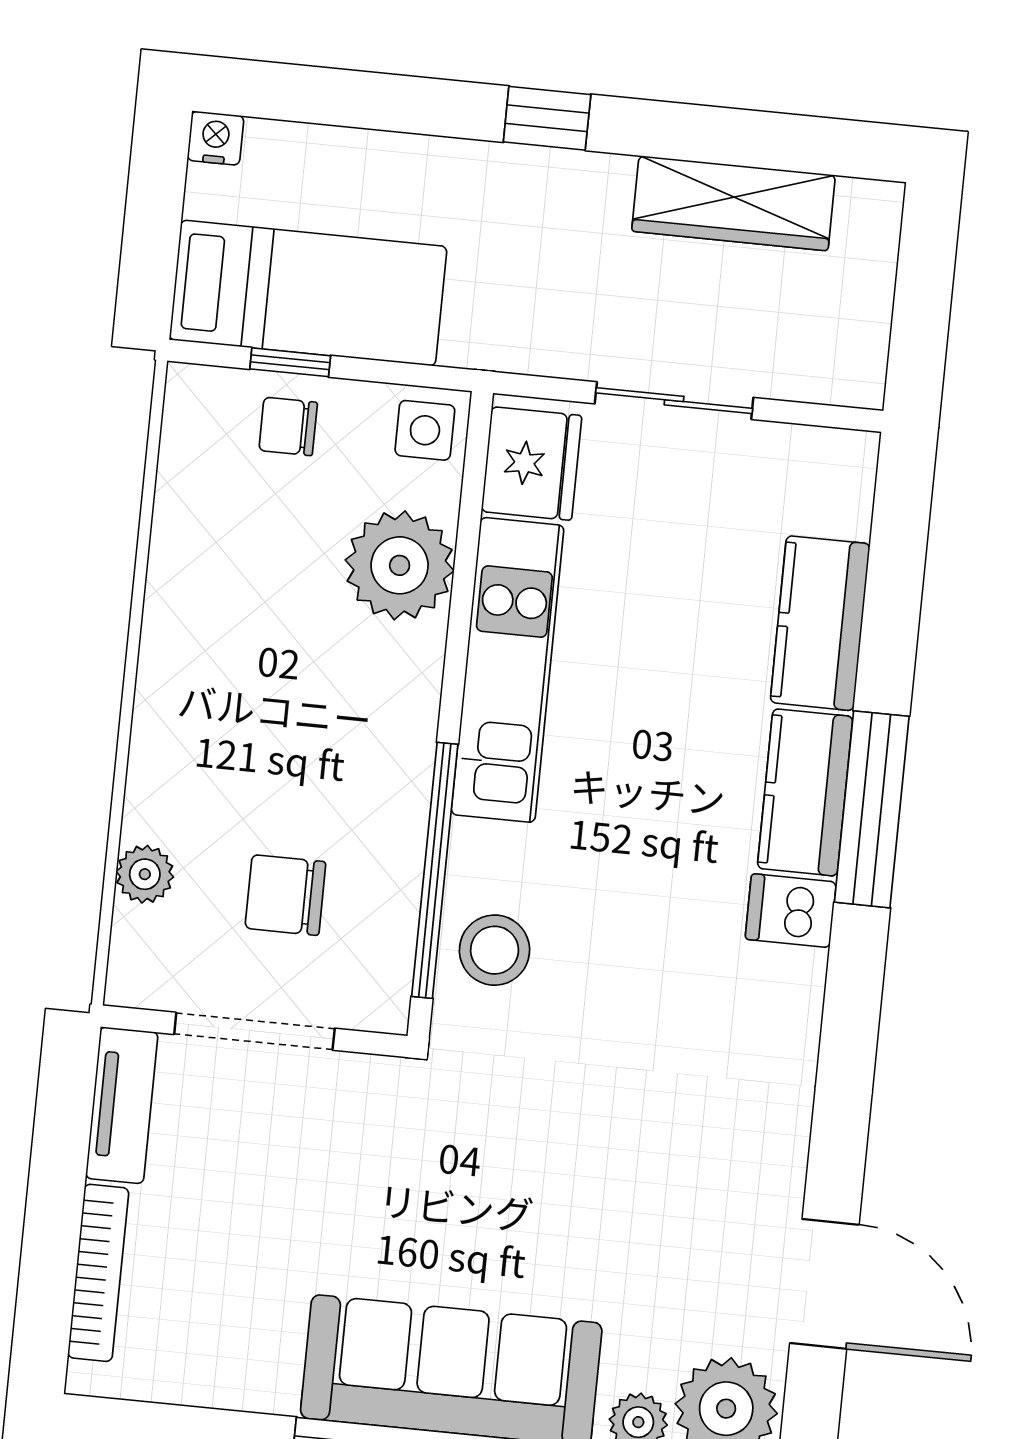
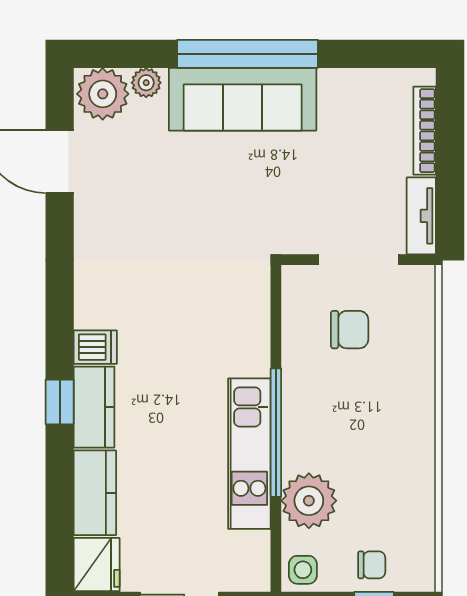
fridge: (532, 464) -> (97, 565), moved, turned 180
window: (872, 809) -> (60, 402), width x0.46
window: (435, 870) -> (276, 433), moved
plant: (145, 874) -> (421, 333), removed
stool: (495, 950) -> (242, 312), removed

